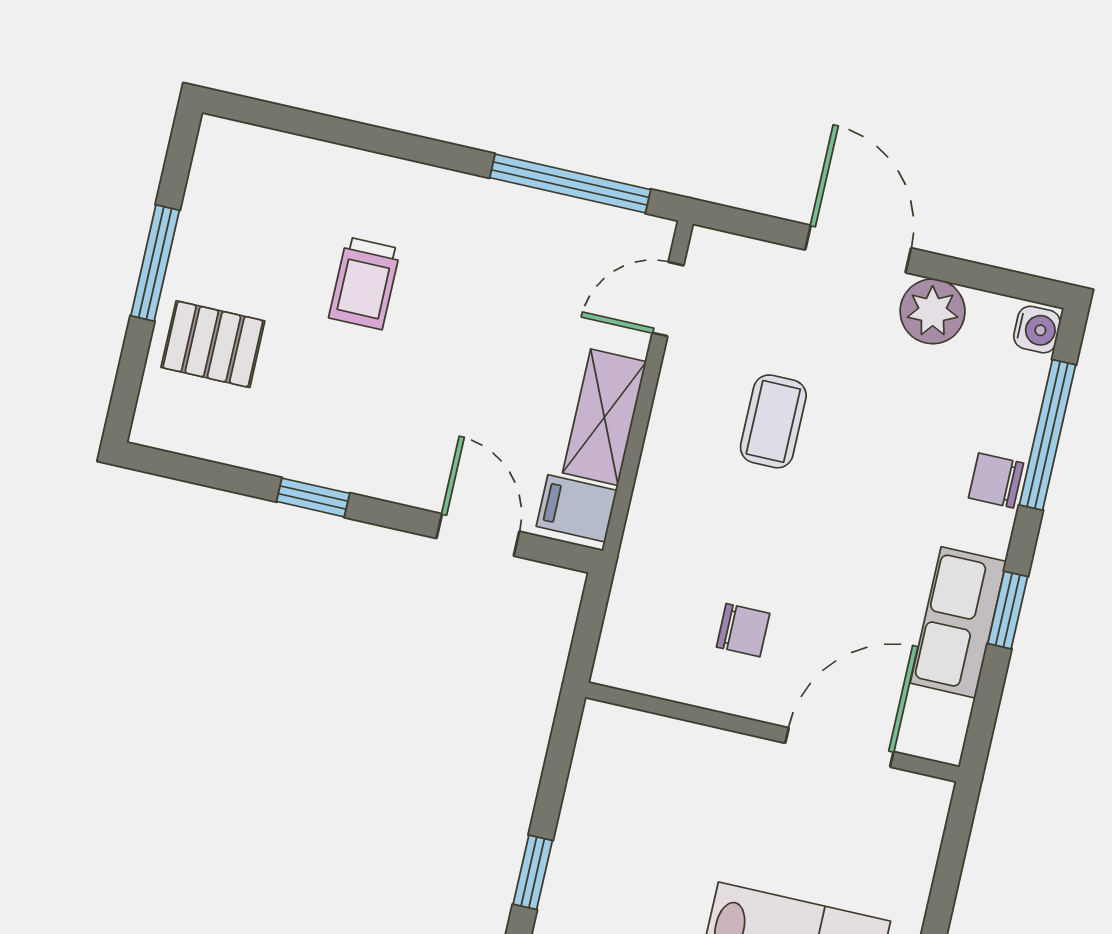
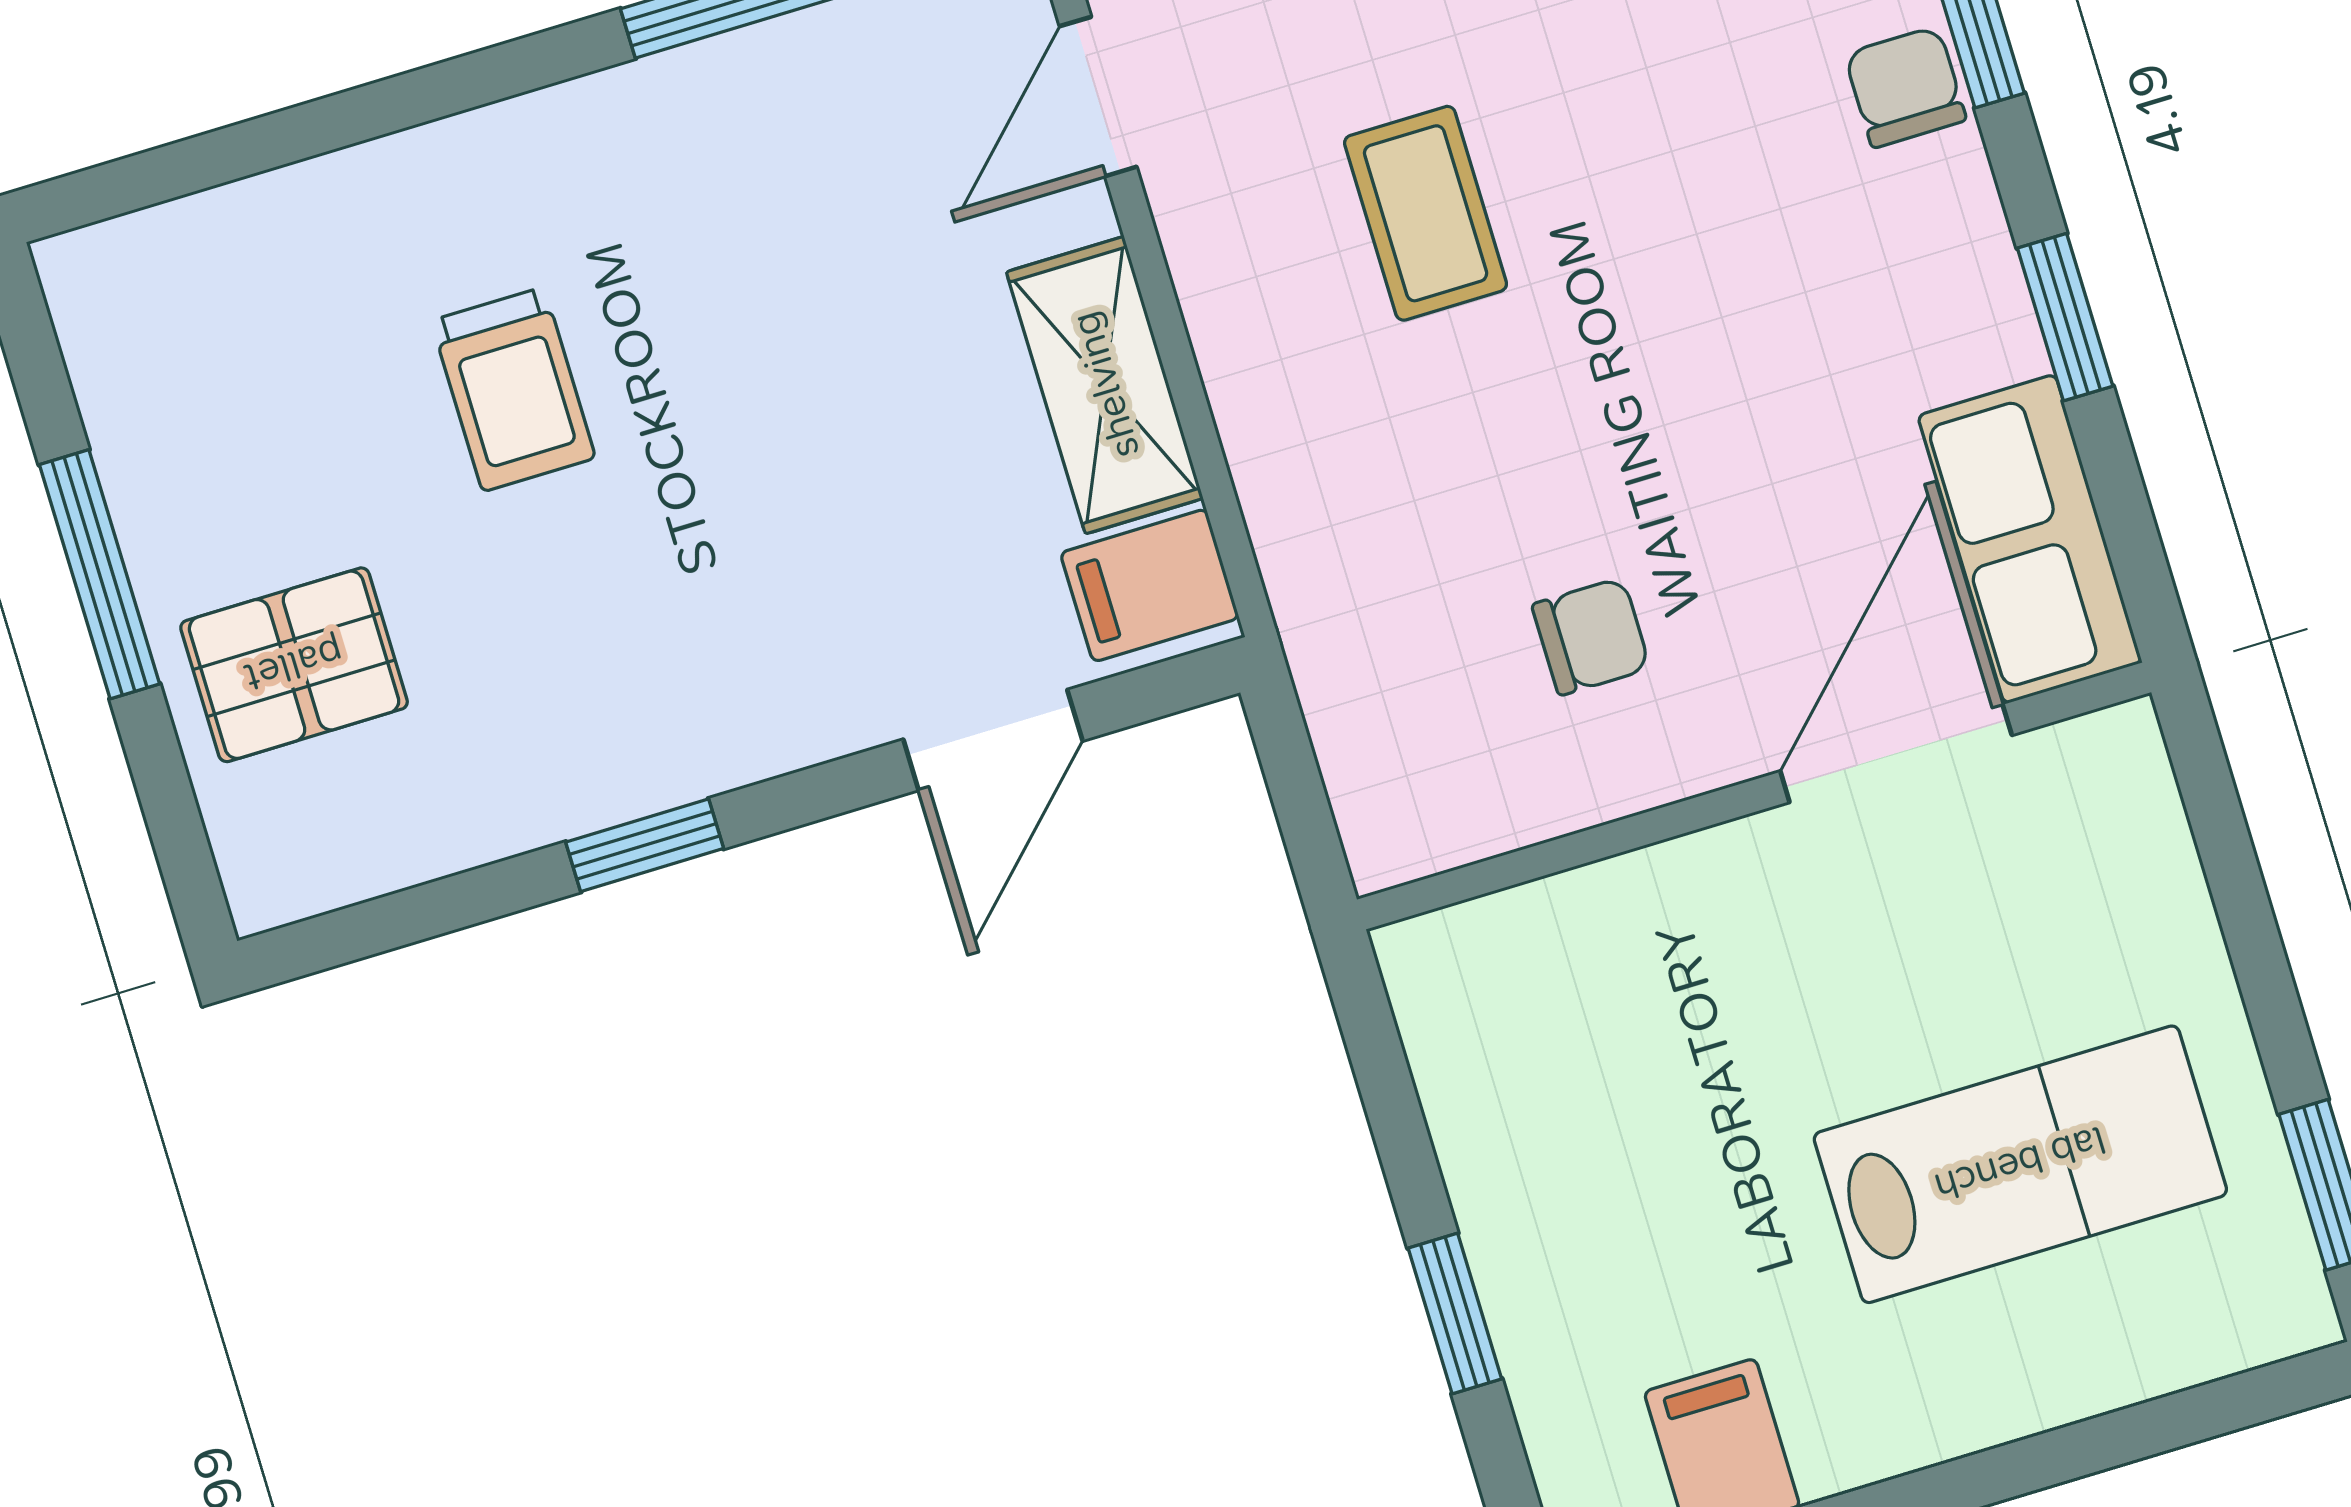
chair: (996, 480) -> (1905, 87), turned 90
door: (478, 535) -> (993, 740), swing flipped
row of seats: (958, 622) -> (2030, 539), moved

